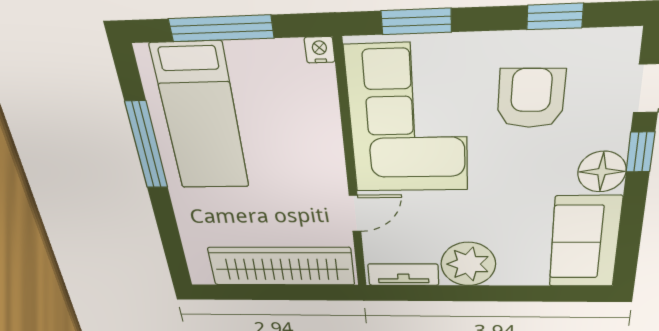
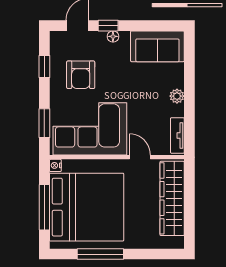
armchair: (531, 98) -> (81, 75), turned -92
bed: (201, 118) -> (87, 207), width x2.04
floor lamp: (602, 172) -> (113, 36), width x0.53, depth x0.53
plant: (468, 264) -> (177, 96), width x0.53, depth x0.53

